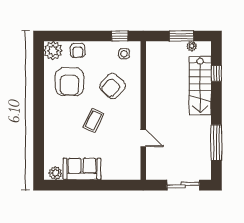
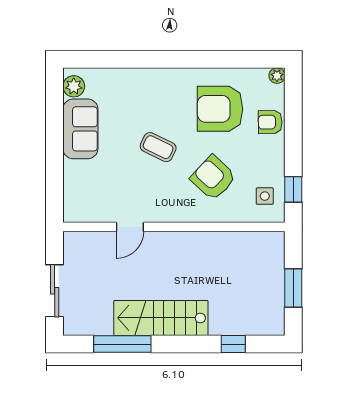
plant: (192, 46) -> (277, 304), removed
plant: (53, 50) -> (277, 76), width x0.53, depth x0.53
stairs: (200, 86) -> (161, 318), moved

